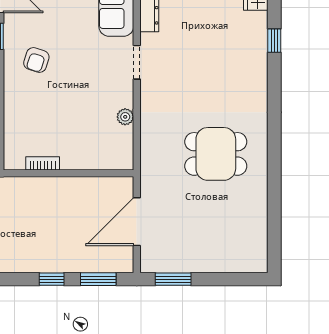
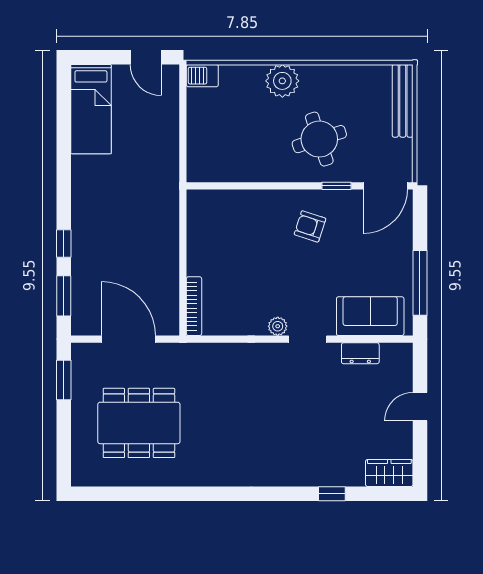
plant: (125, 117) -> (278, 326), moved
dining table: (216, 154) -> (139, 423), moved, width x1.38
bookcase: (43, 163) -> (194, 306), moved, width x1.56

